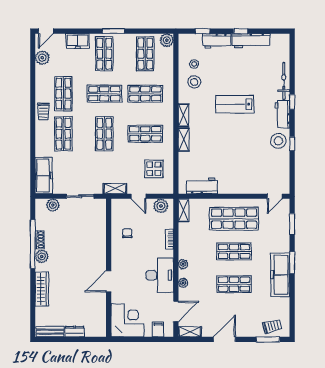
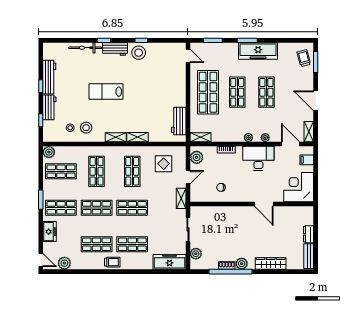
shop shelf: (104, 94) -> (97, 208), turned 90
lab bench: (235, 104) -> (106, 92), turned 90

